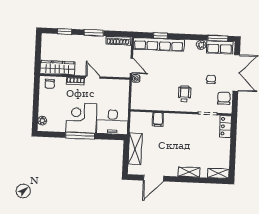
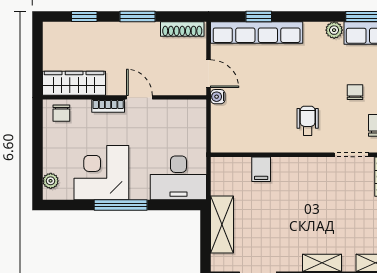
corner desk: (81, 118) -> (101, 173), moved

